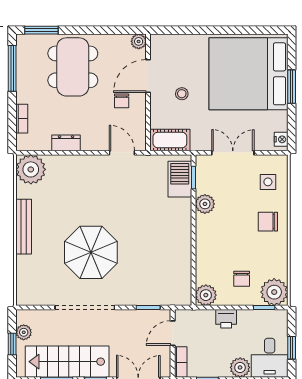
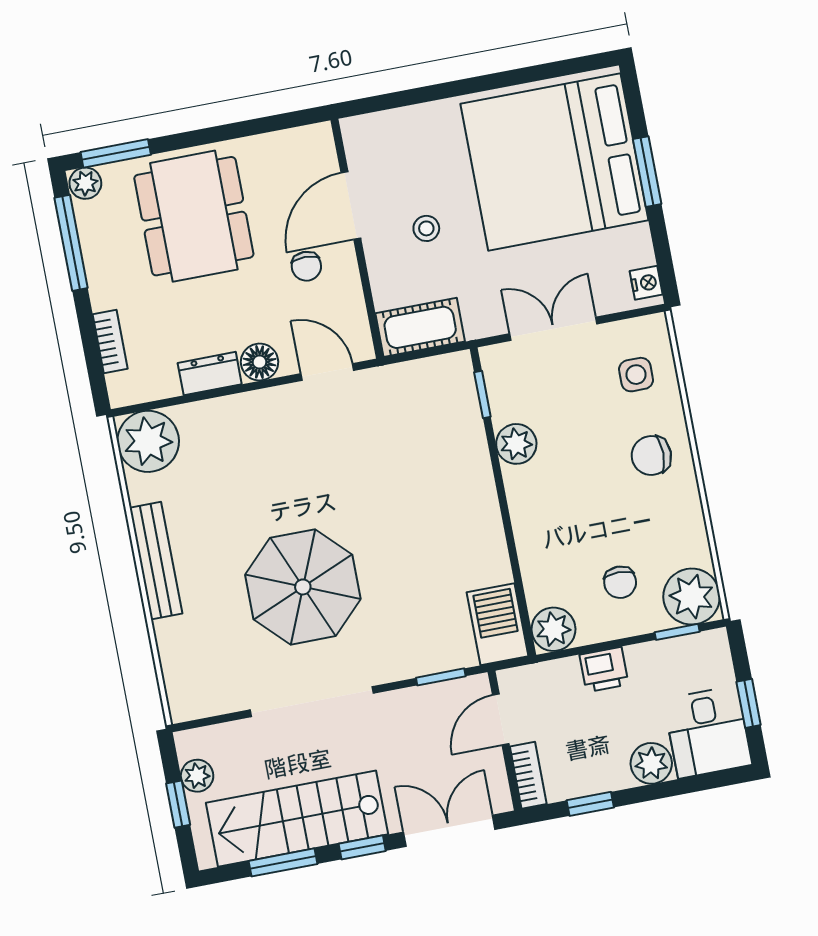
plant: (139, 41) -> (85, 183), moved
floor lamp: (91, 142) -> (260, 362), added
barbecue: (180, 179) -> (498, 624), moved

